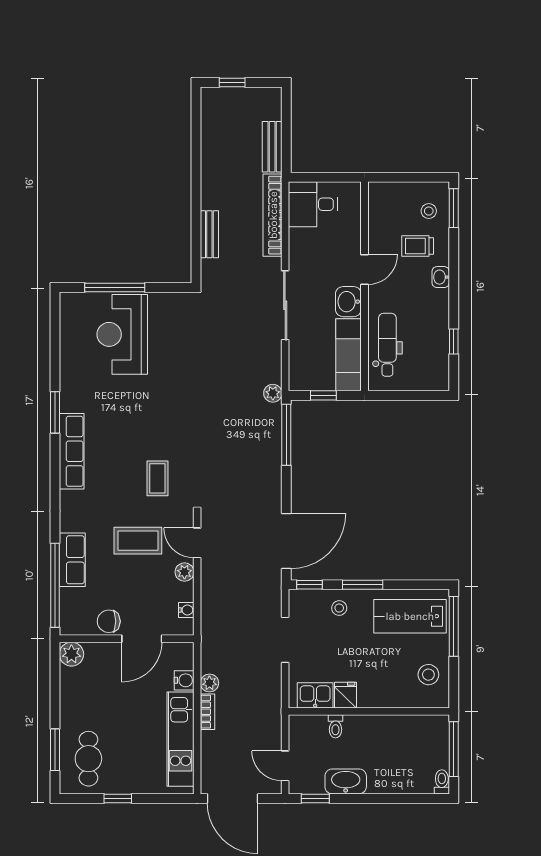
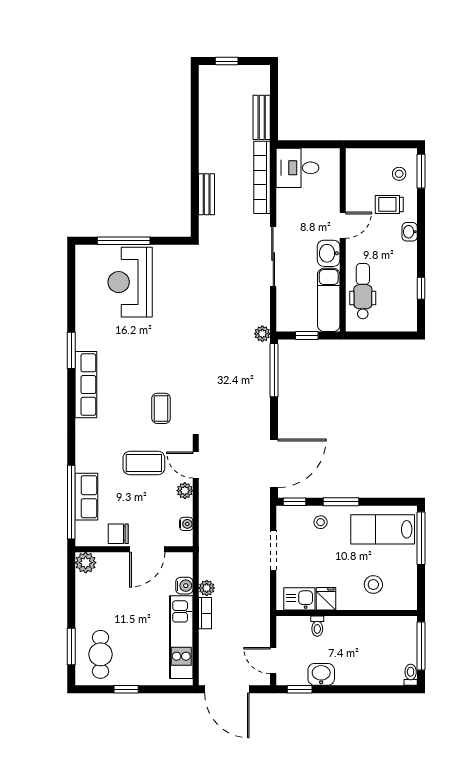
row of seats: (72, 560) -> (86, 497), moved
stool: (428, 675) -> (373, 585), moved
washbasin: (346, 781) -> (321, 674), width x0.72

